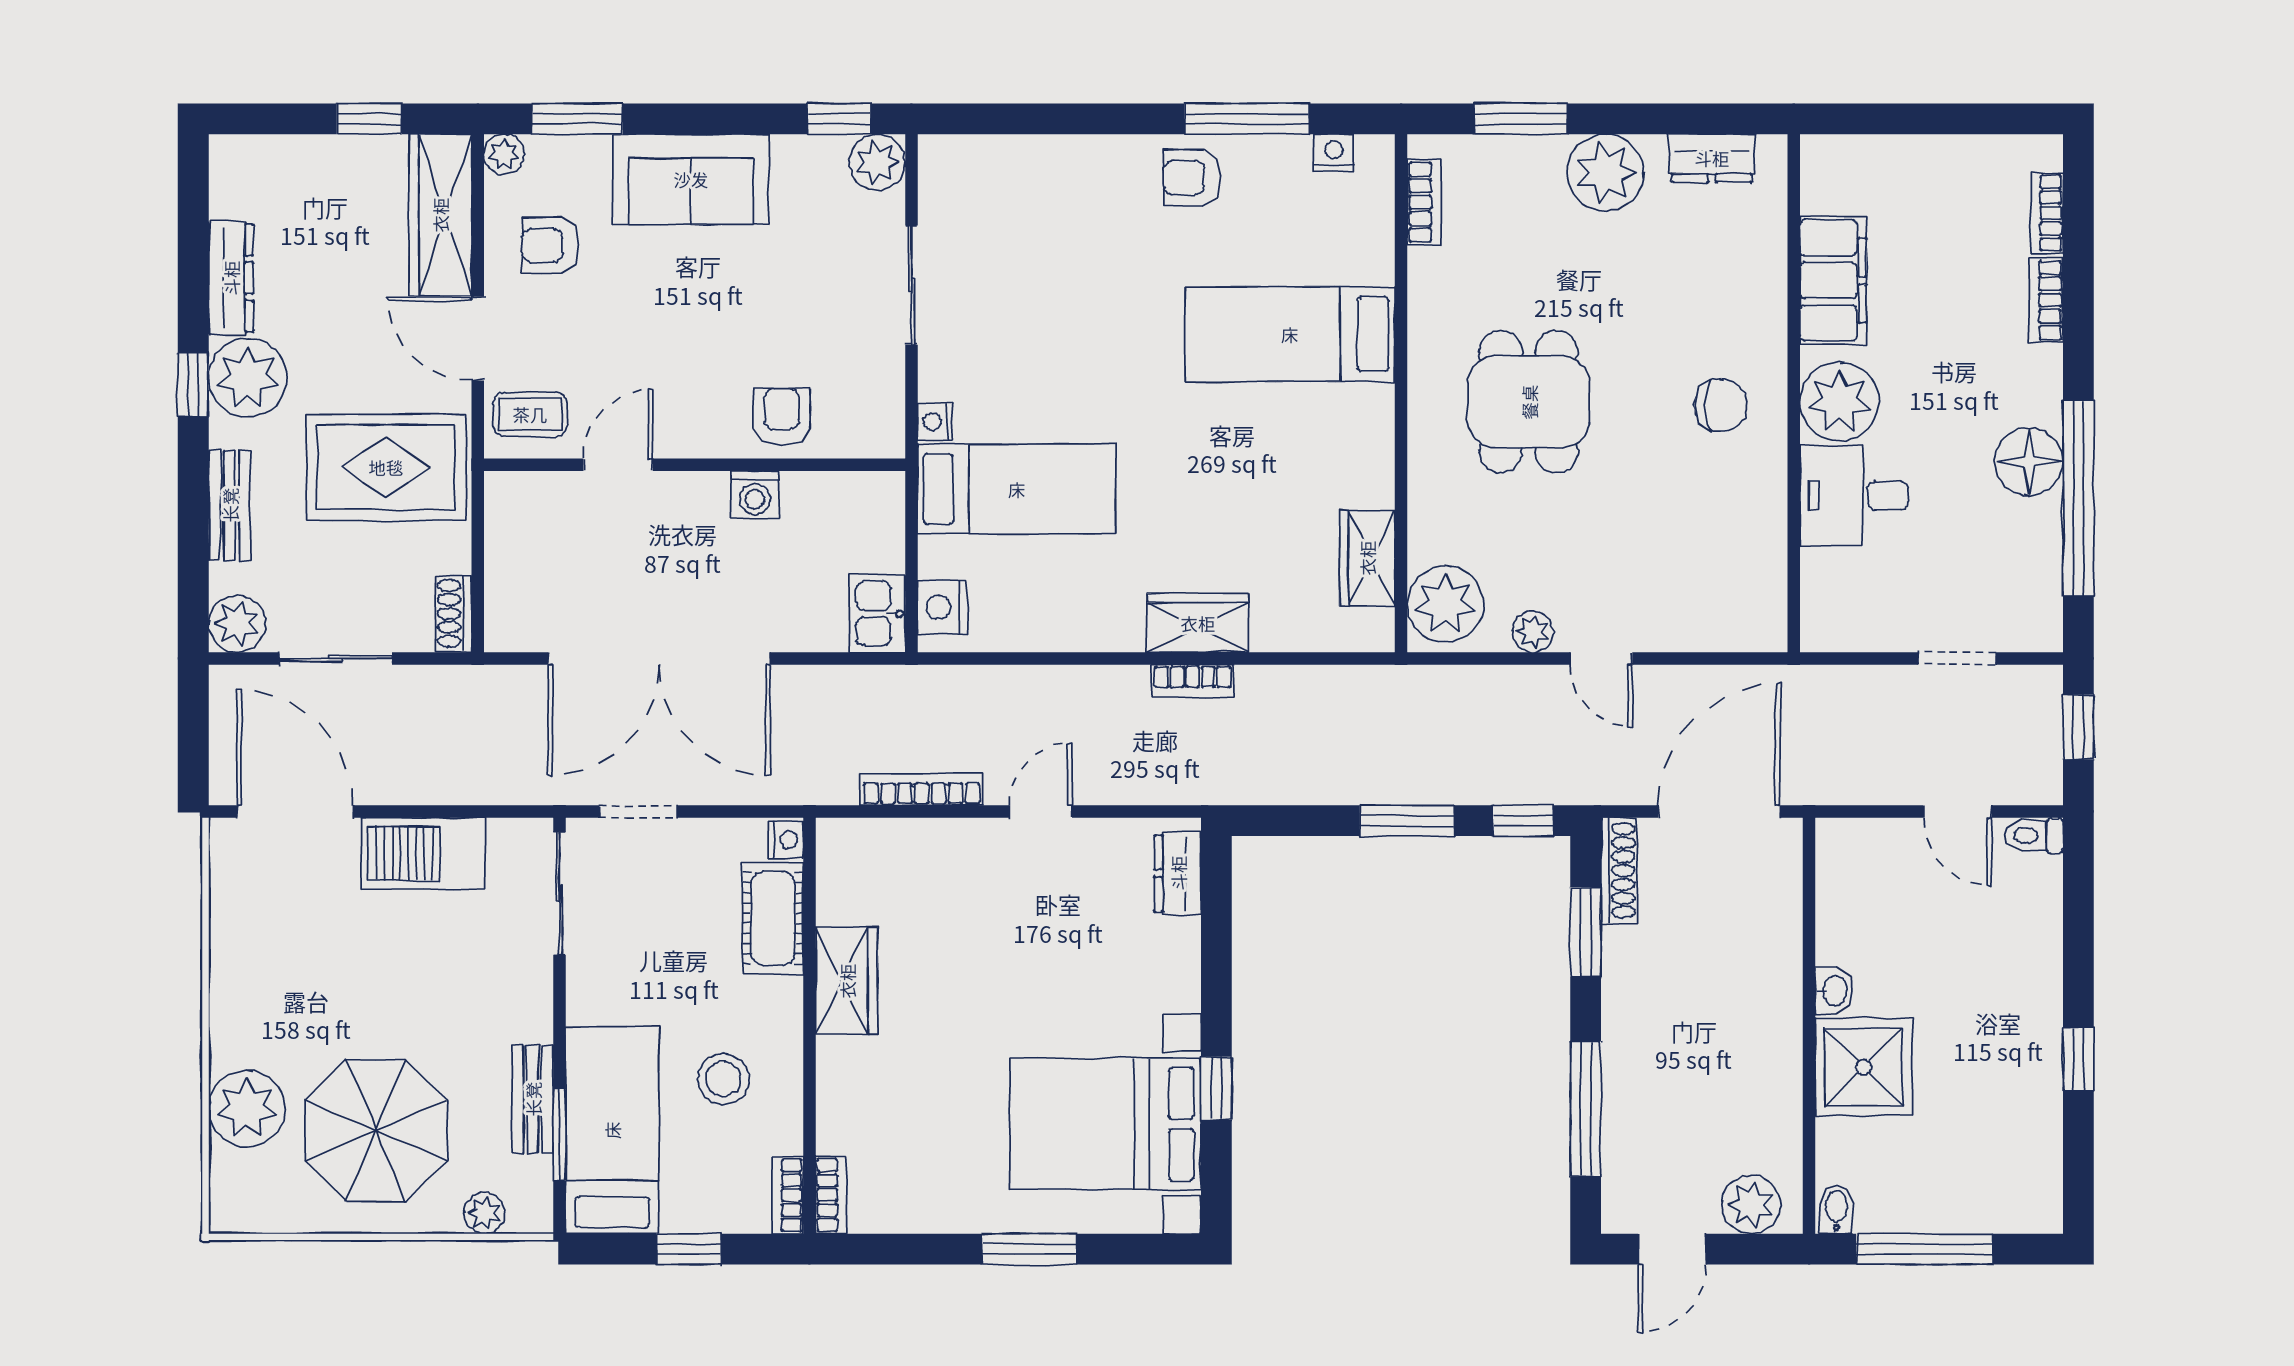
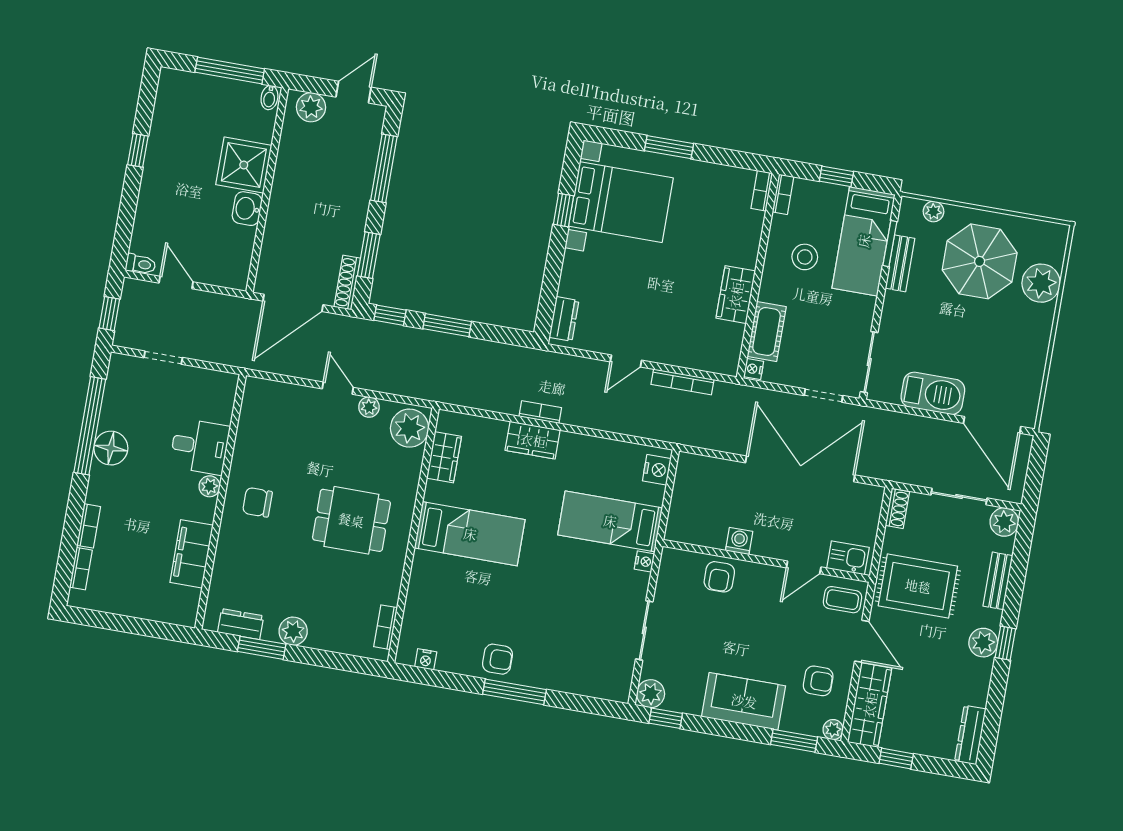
window: (1247, 119) -> (514, 692), moved
window: (1521, 119) -> (262, 648), moved
plant: (1606, 173) -> (293, 631), width x0.73, depth x0.73
dresser: (231, 278) -> (970, 735), moved
bed: (1290, 334) -> (470, 534), moved
plant: (248, 378) -> (983, 643), width x0.73, depth x0.73
dining table: (1529, 402) -> (351, 520), turned 90
plant: (1839, 402) -> (209, 486), width x0.53, depth x0.53
kitchen sink: (877, 614) -> (848, 558), moved, turned -90
washbasin: (1834, 991) -> (247, 209), width x1.38, depth x1.45

